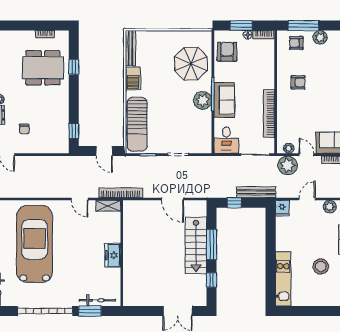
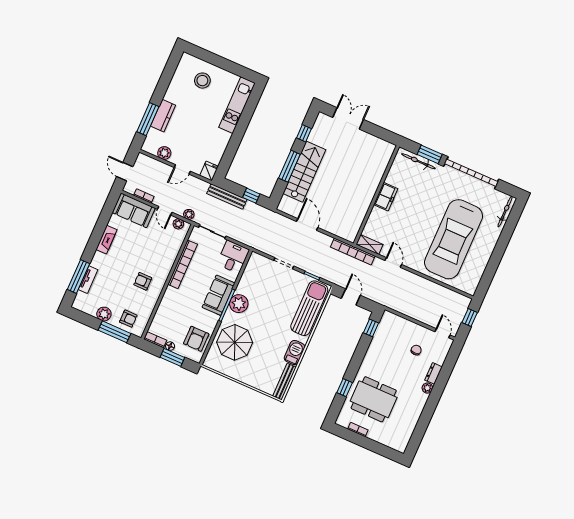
plant: (288, 165) -> (189, 214), width x0.53, depth x0.53
stool: (321, 266) -> (202, 81), moved

